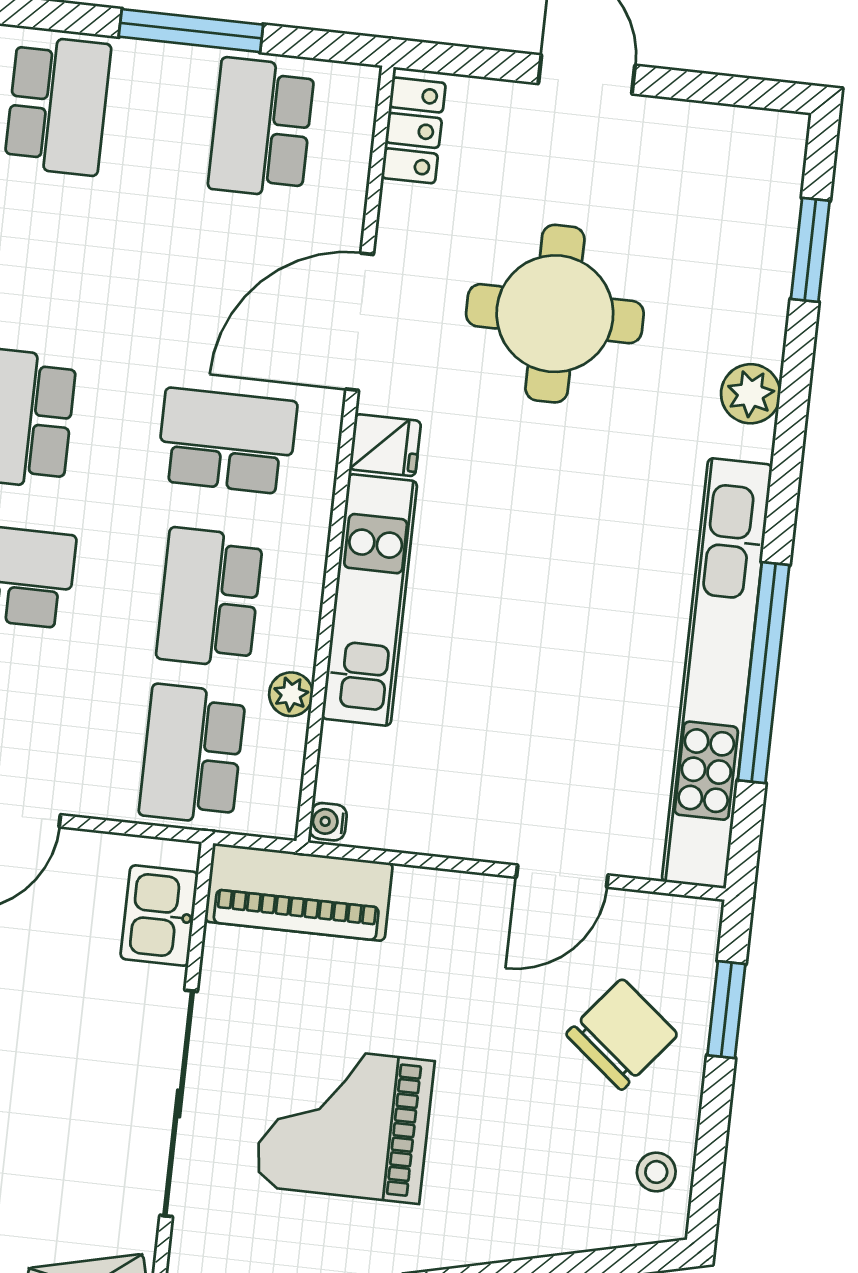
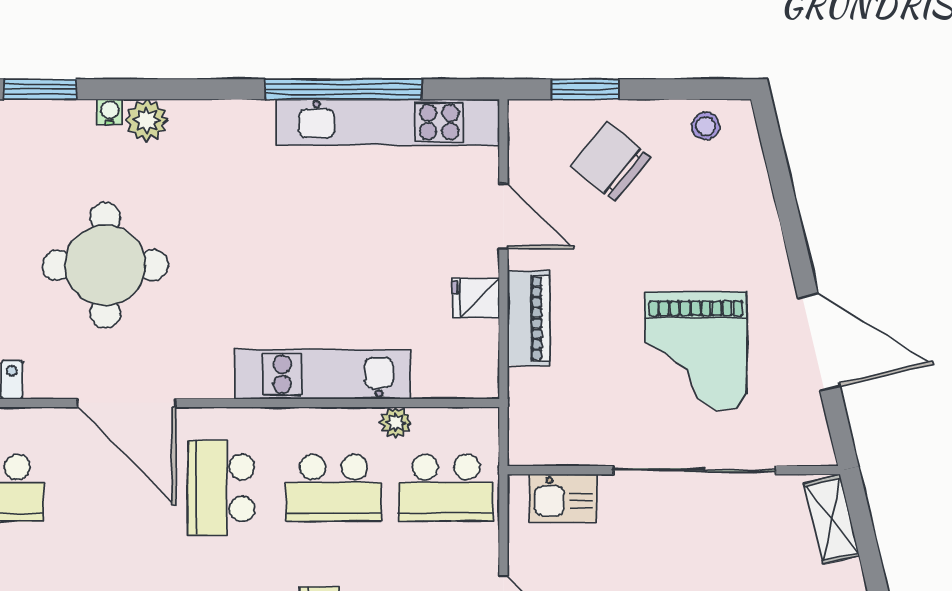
fridge: (385, 445) -> (476, 298), moved, turned -90
kitchen unit: (717, 673) -> (388, 122), width x0.73
water cooler: (328, 822) -> (110, 112), moved, turned 180
piano: (299, 892) -> (528, 318), moved, width x0.73, depth x0.75

